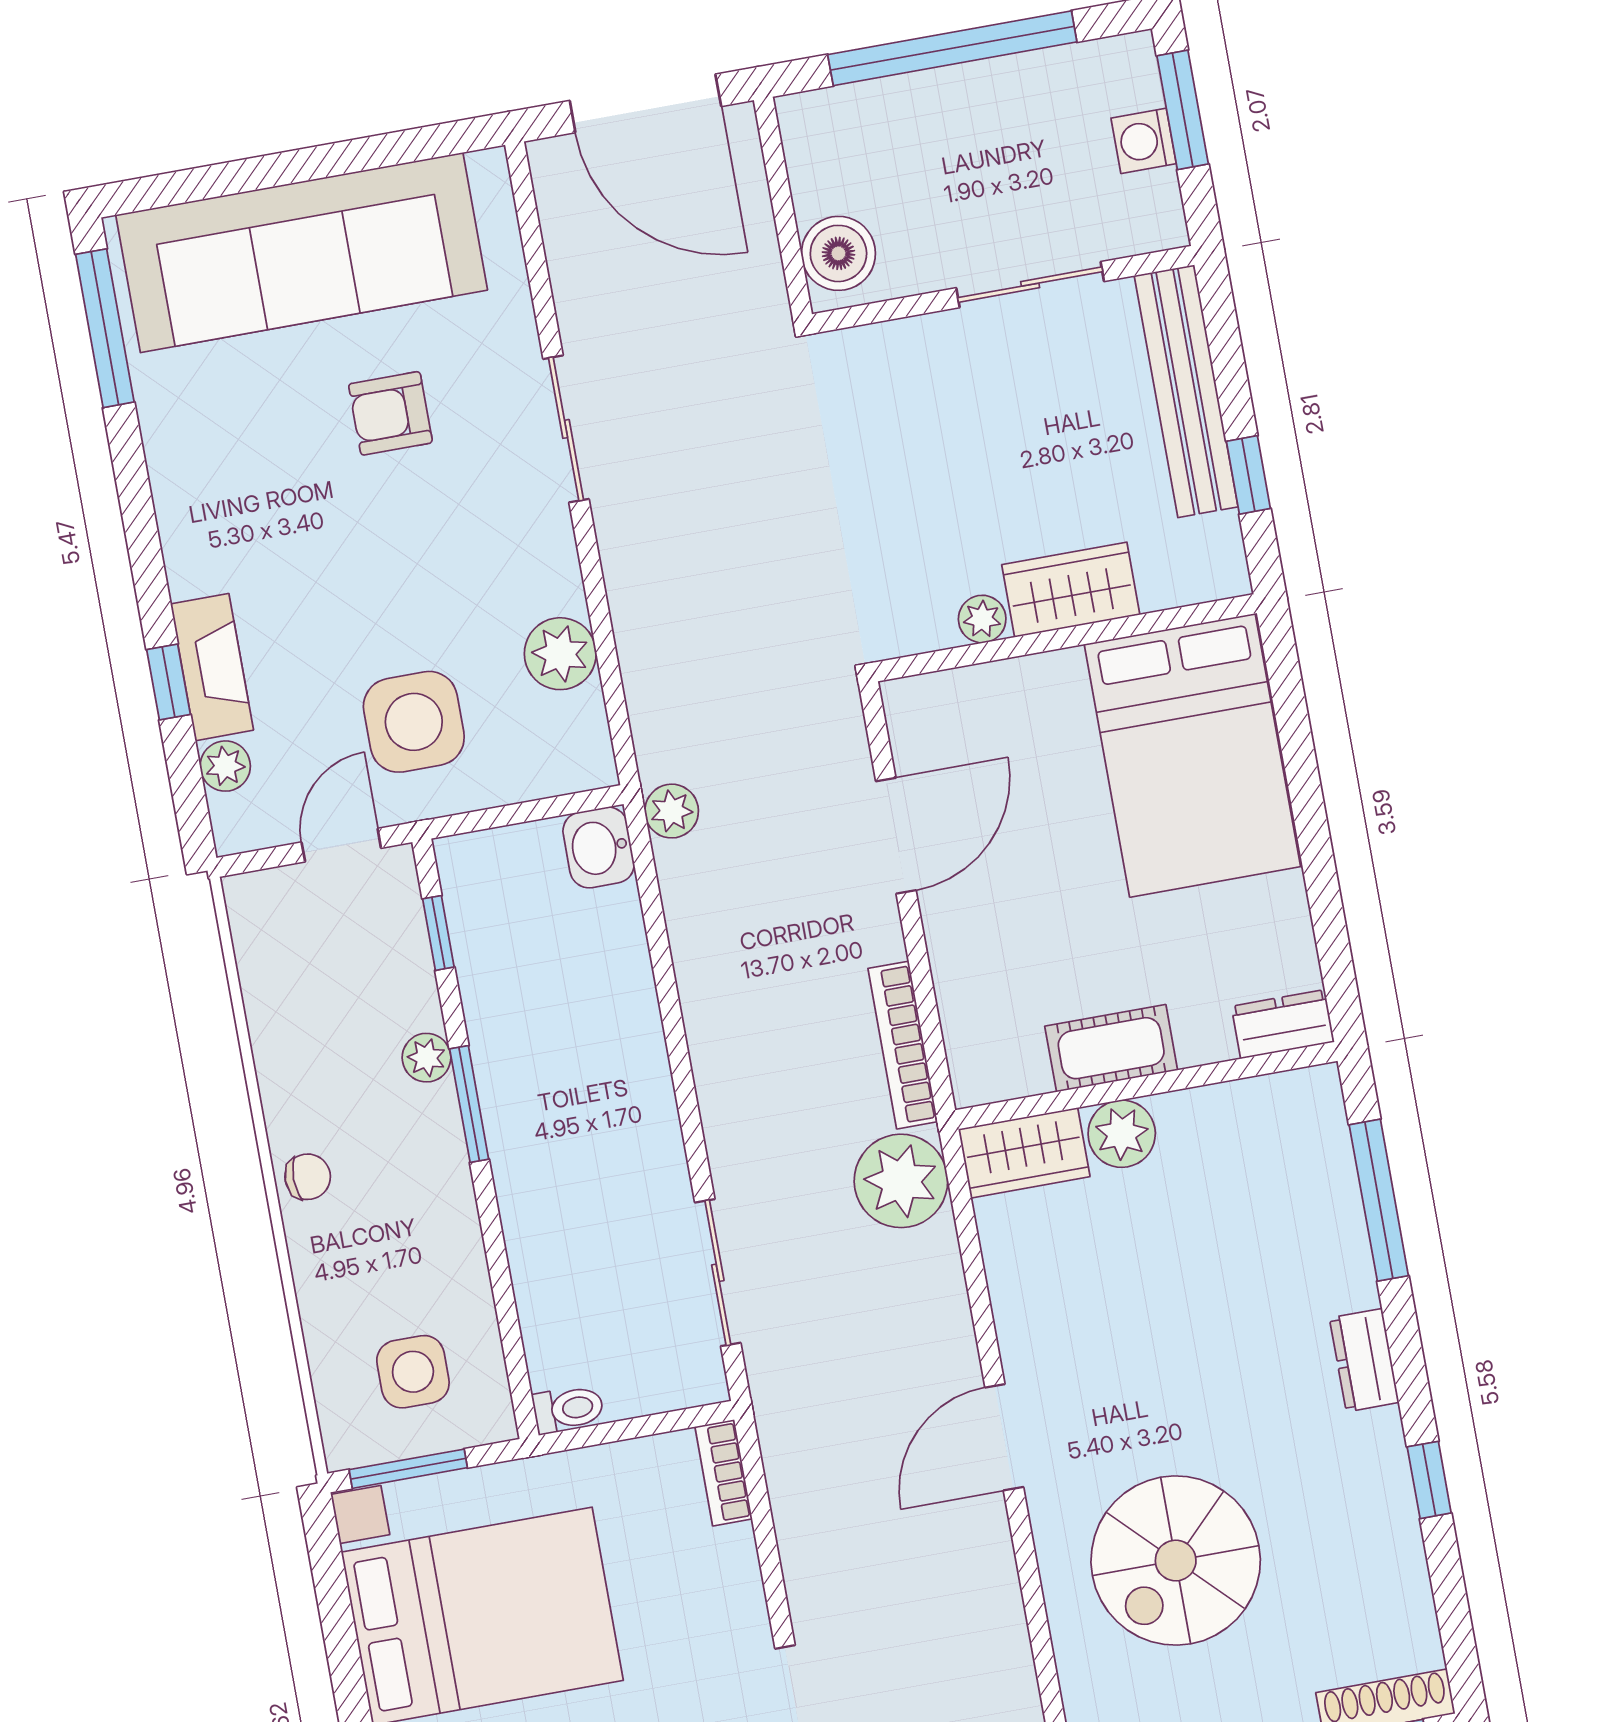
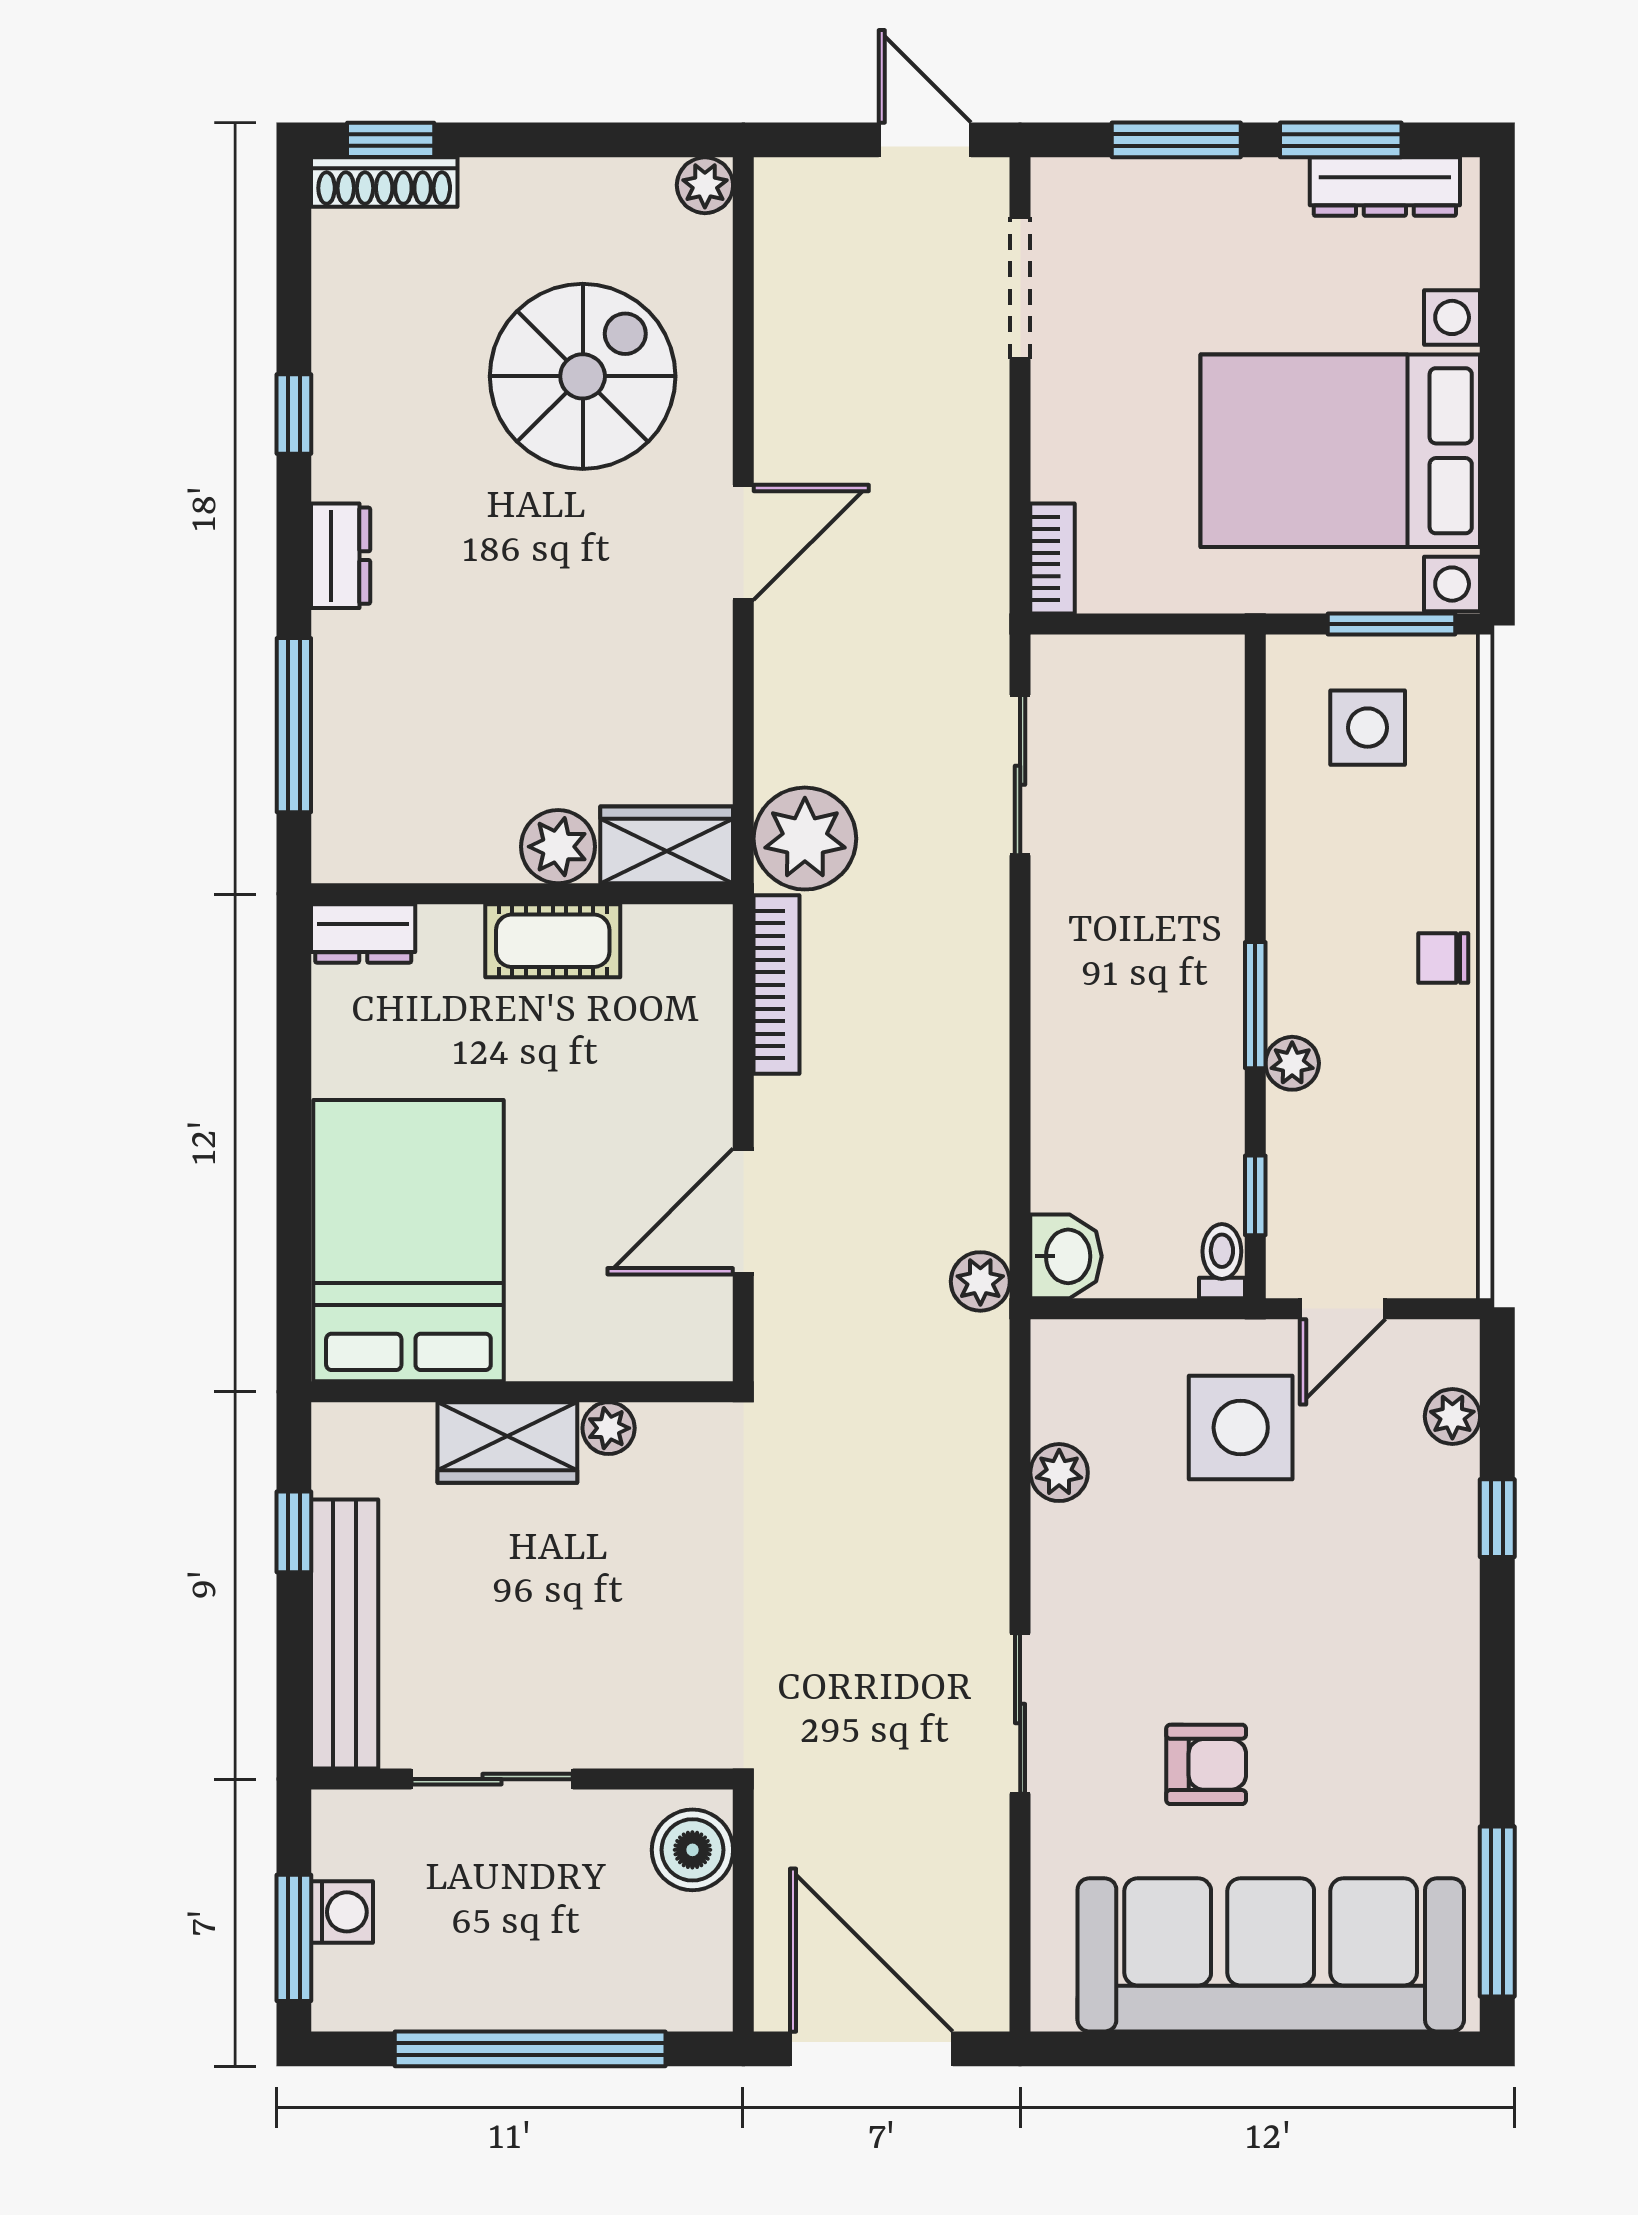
plant: (560, 654) -> (1059, 1473), width x0.73, depth x0.73
fireplace: (212, 667) -> (1447, 1526), removed
toilet: (568, 1409) -> (1222, 1261), moved, turned 90

